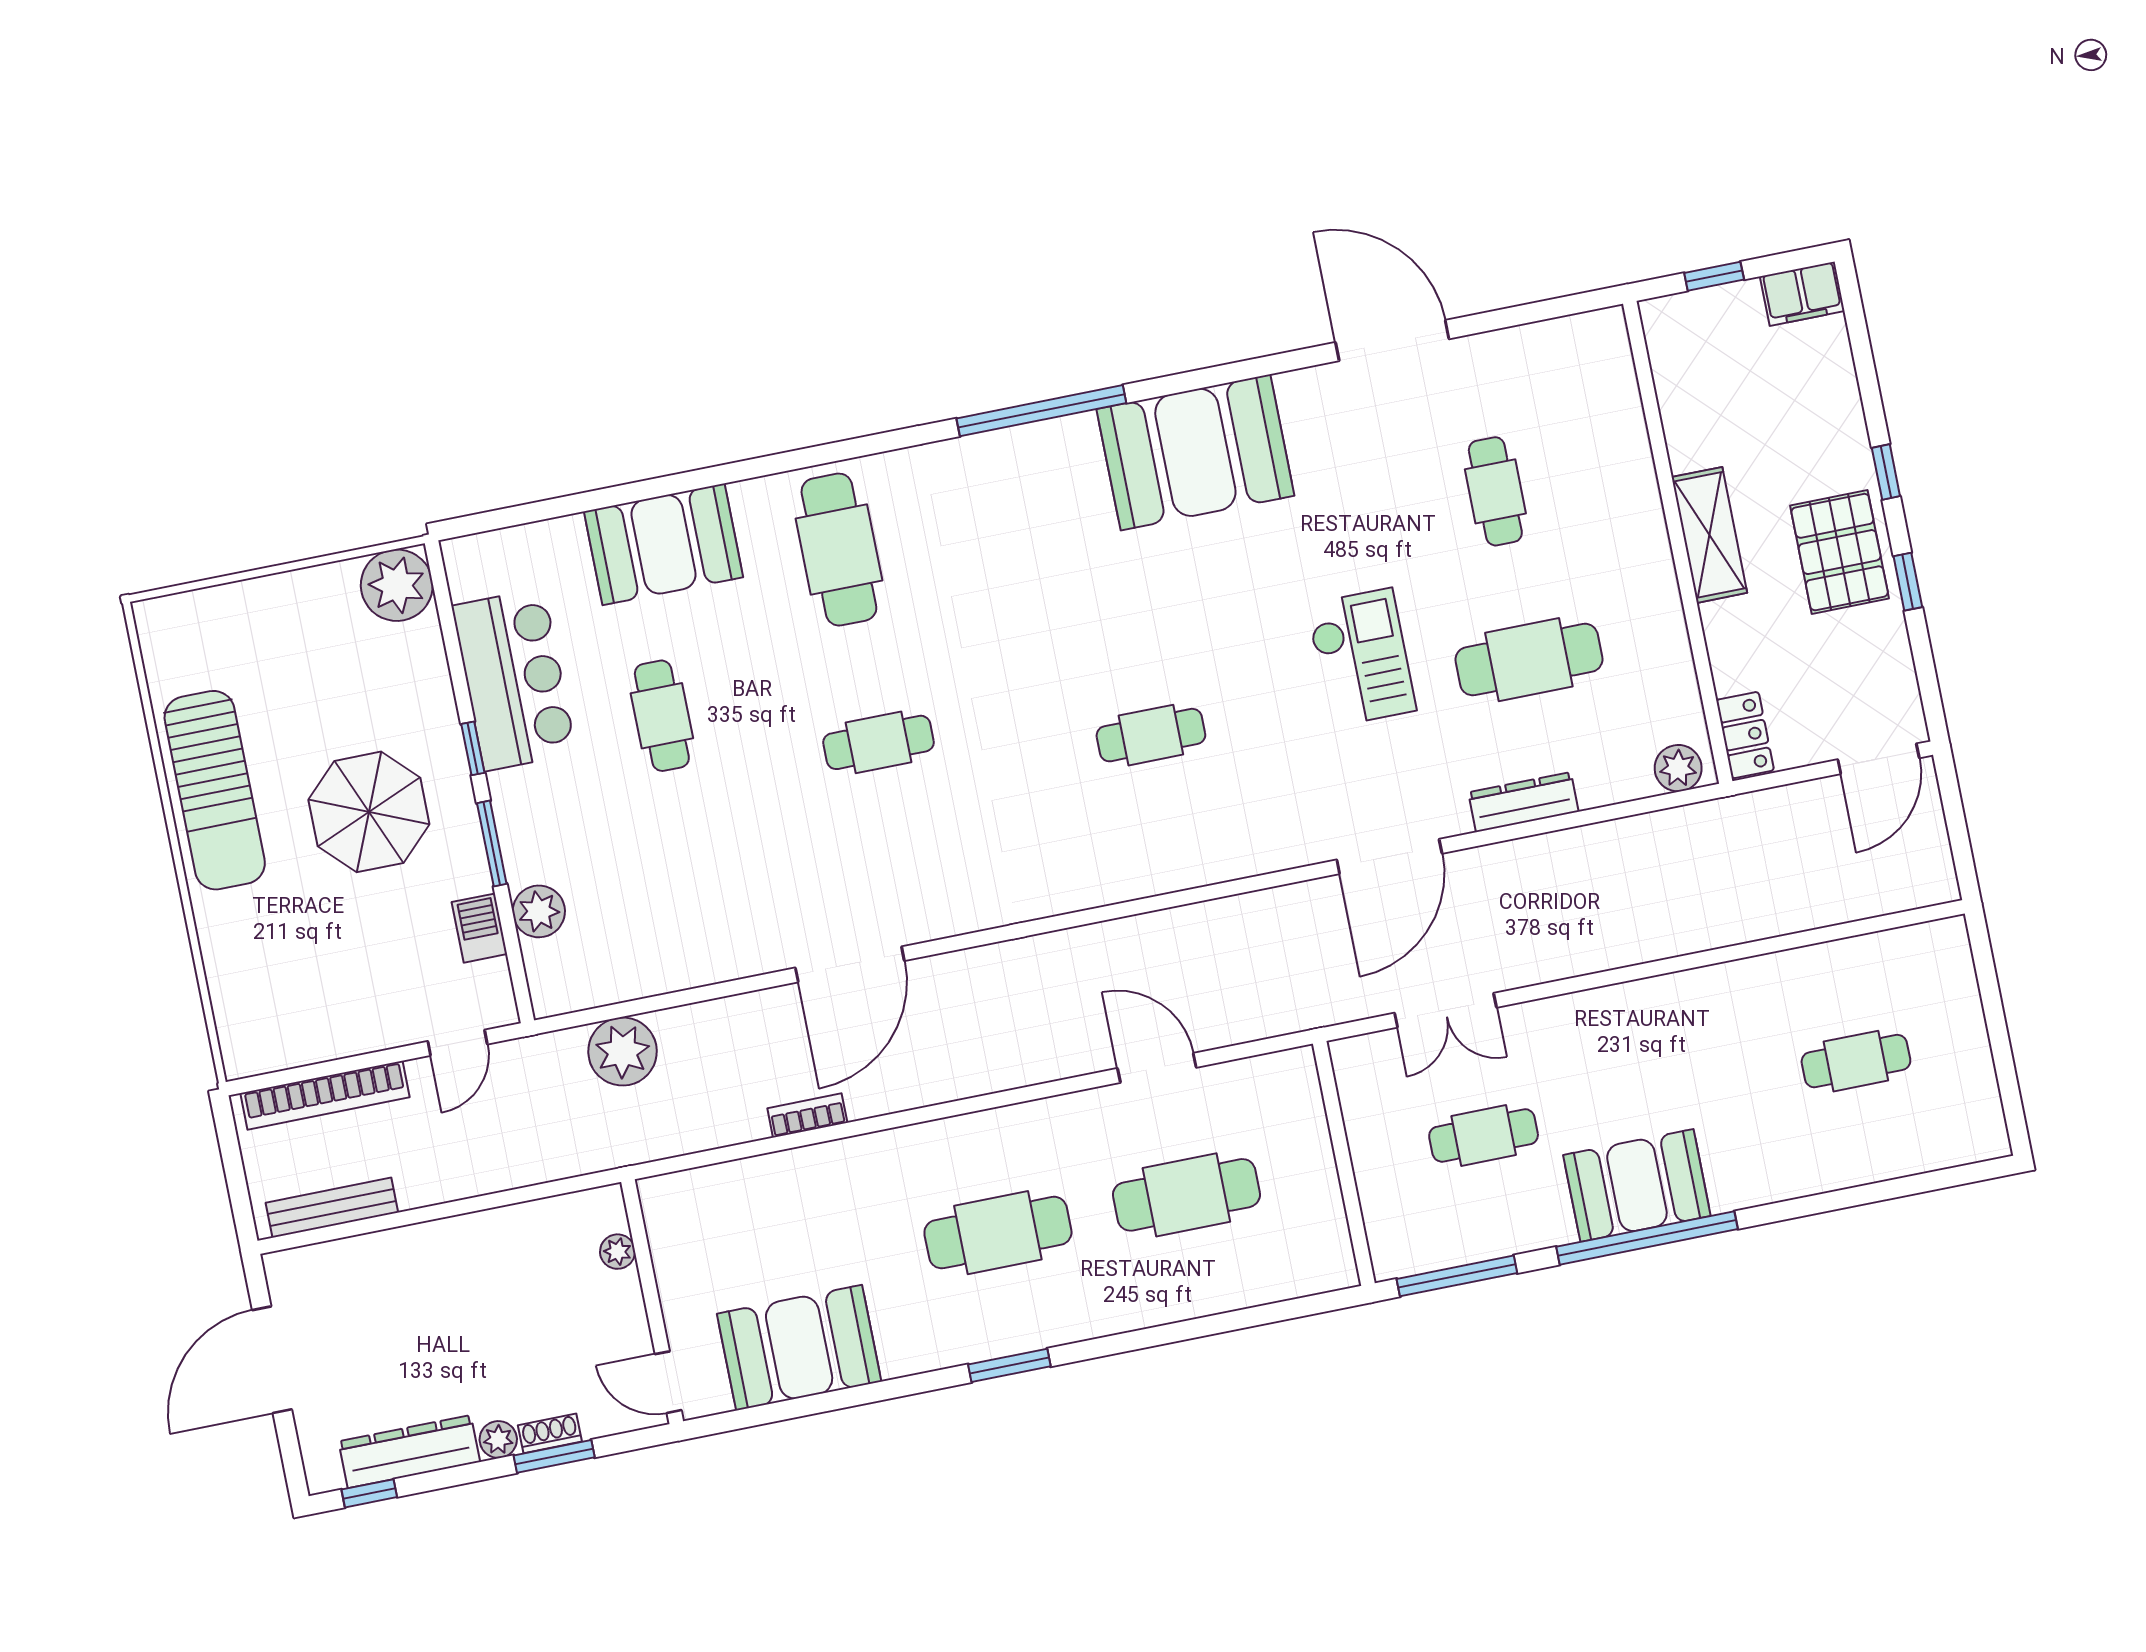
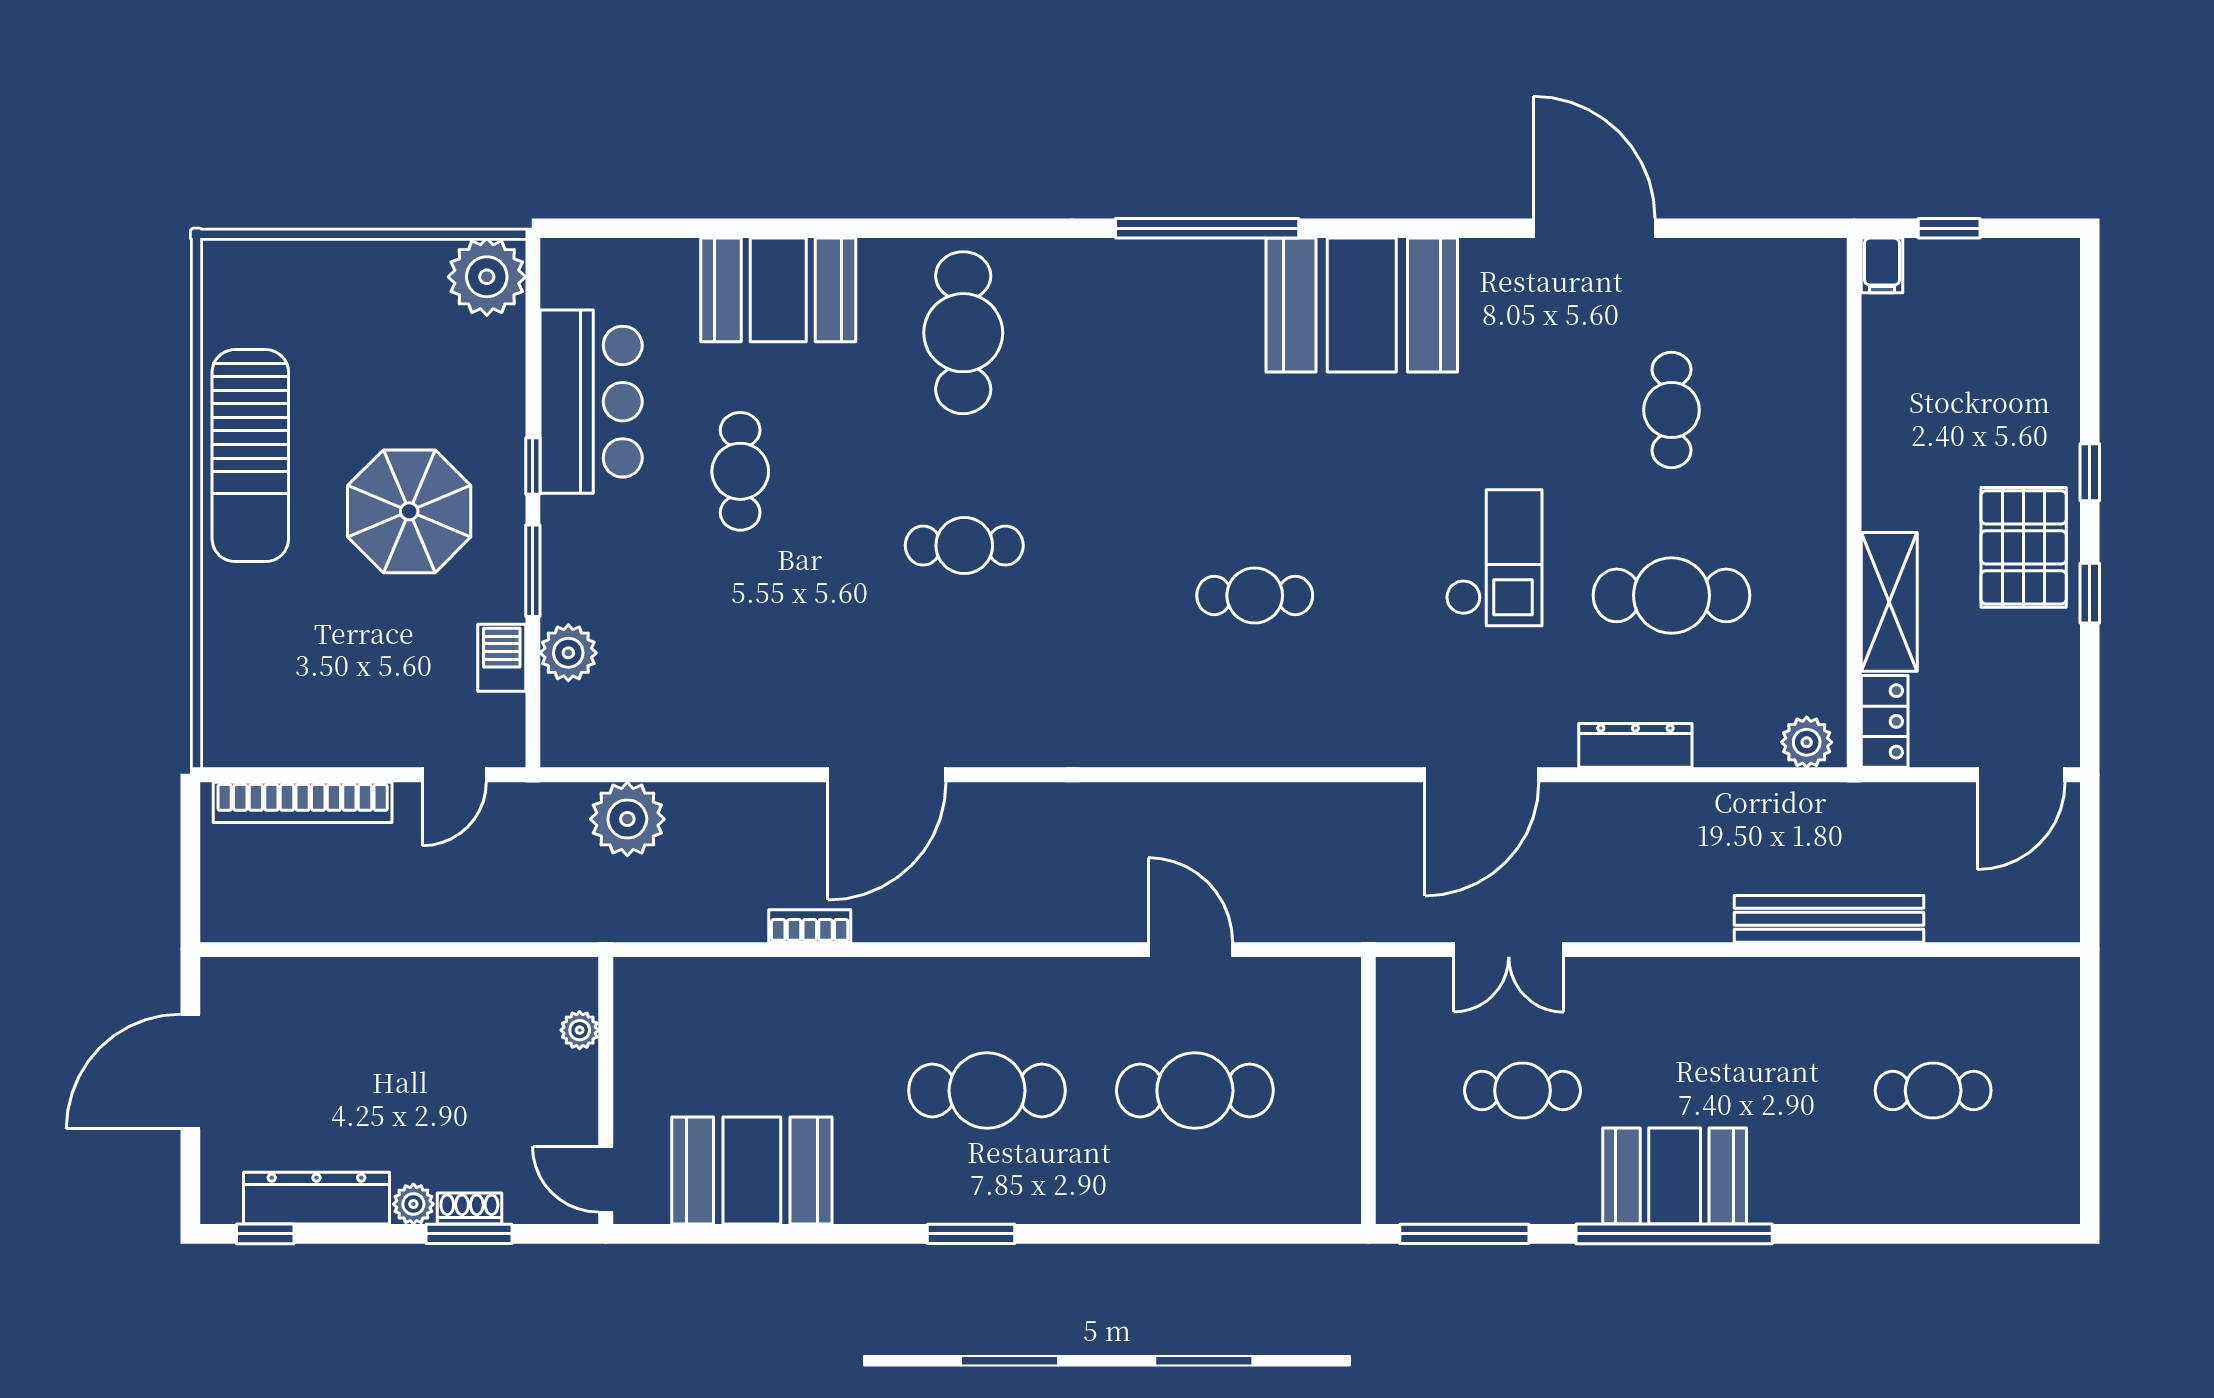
filing cabinet: (1802, 294) -> (1882, 265), moved, width x0.50
shelving: (1709, 535) -> (1889, 602), moved
bench: (332, 1208) -> (1829, 919), moved, width x1.37, depth x1.21

